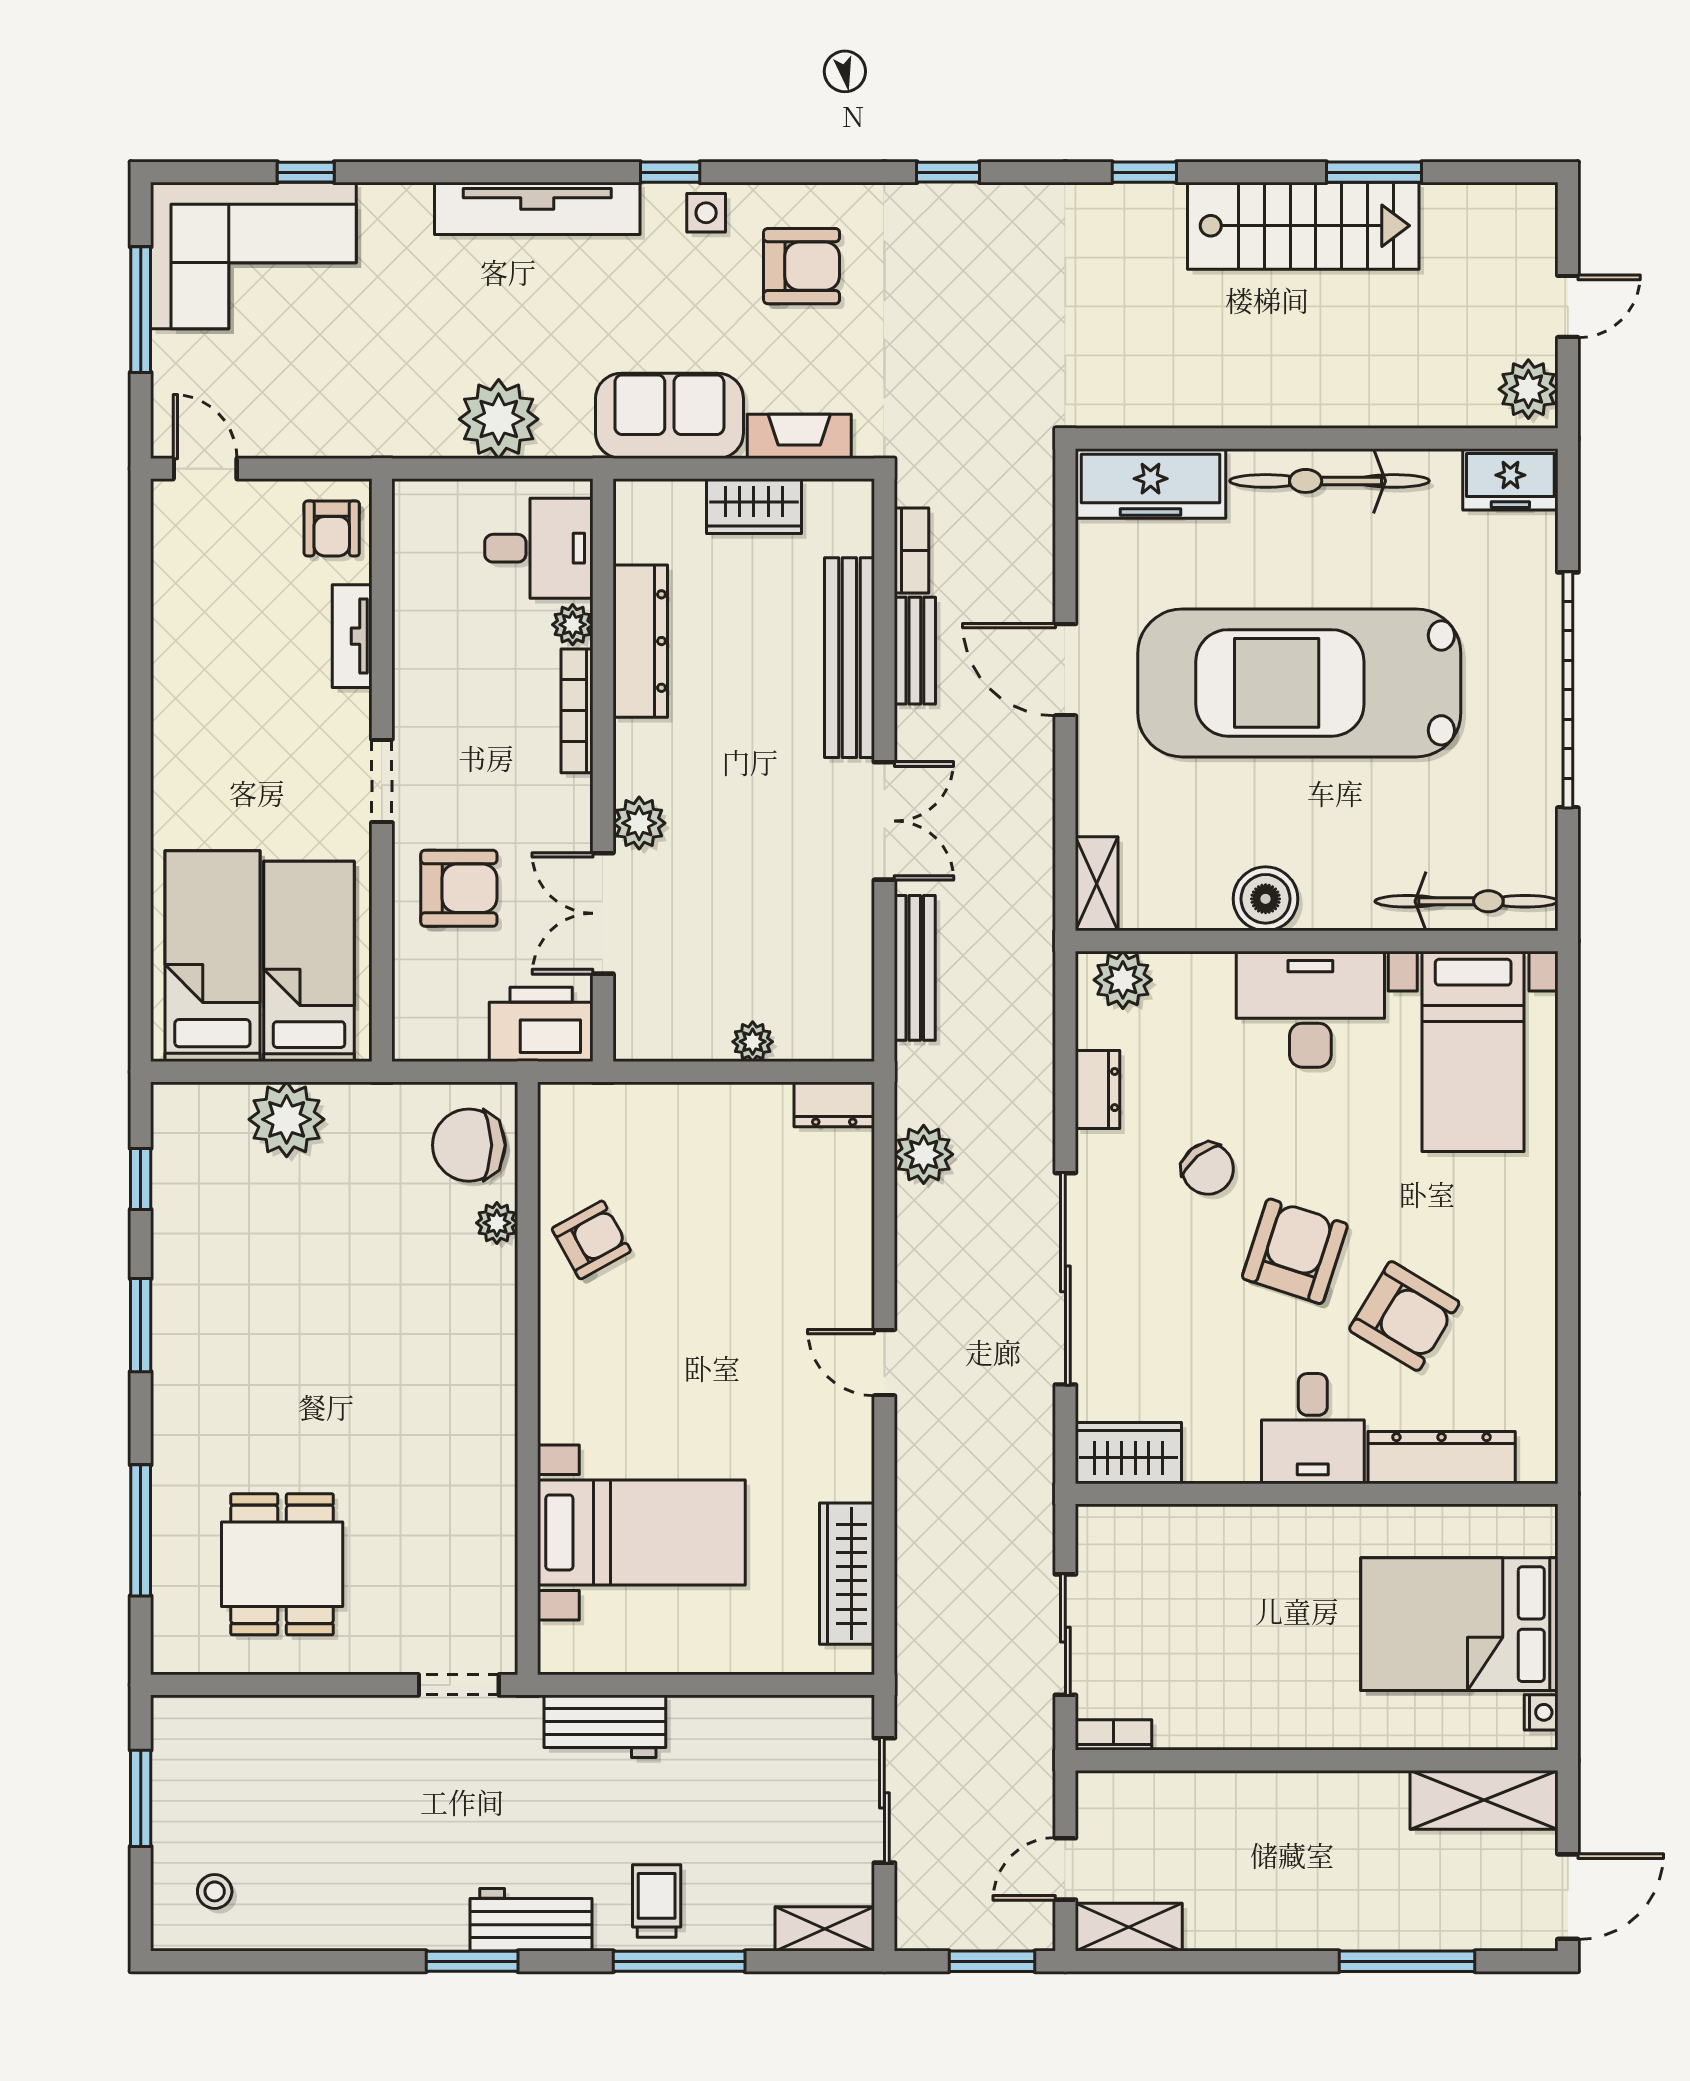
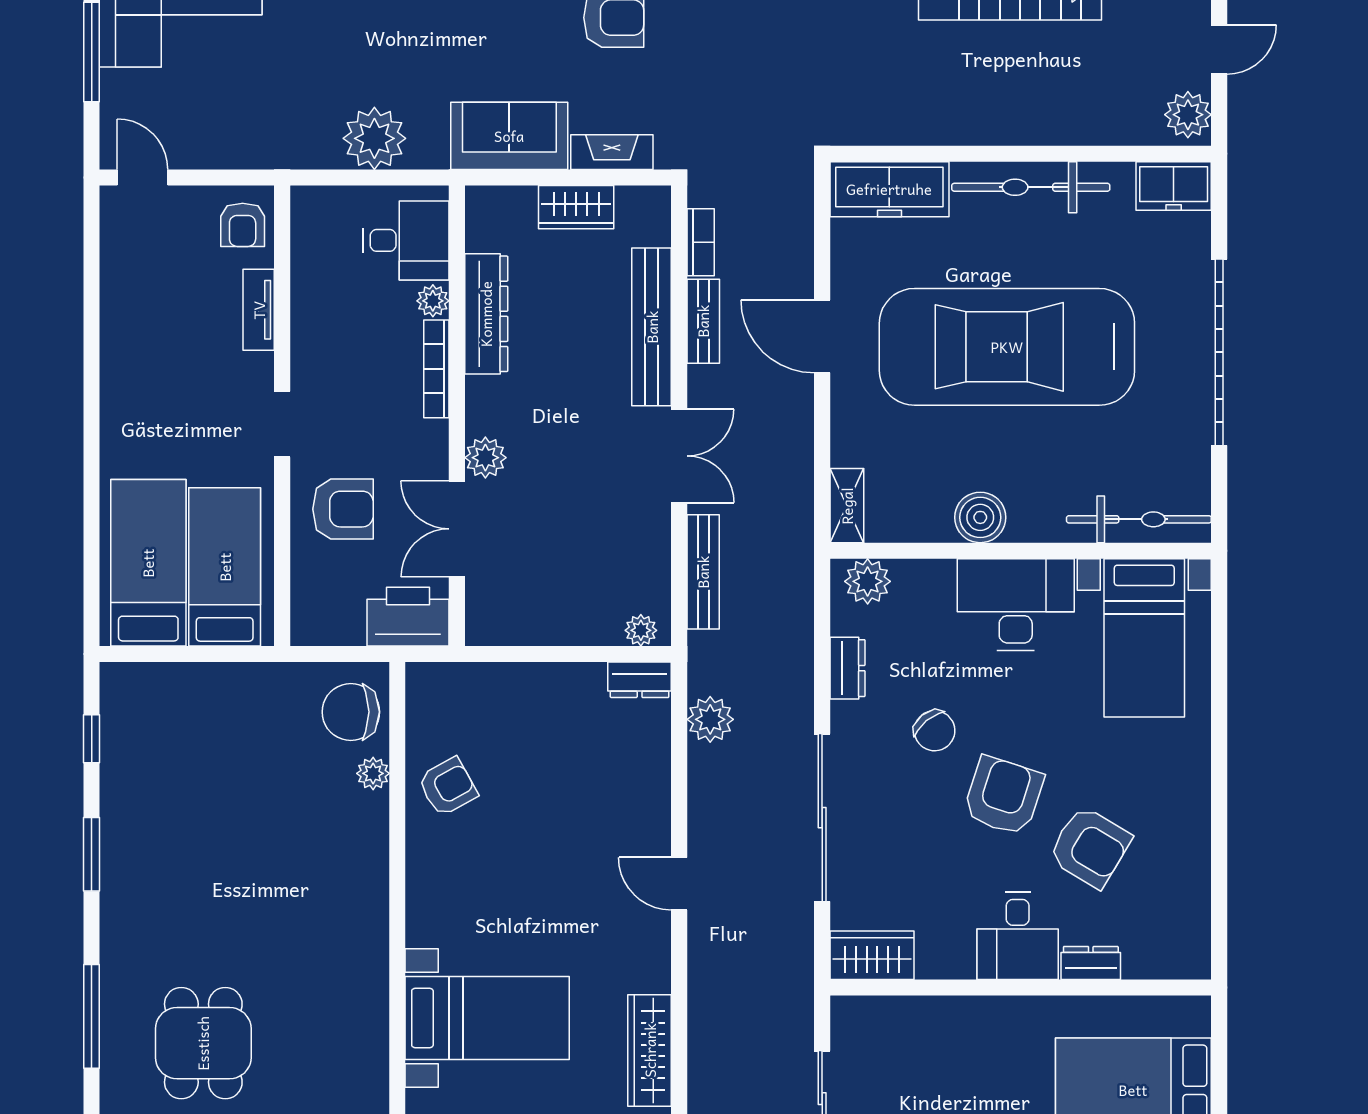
plant: (753, 1042) -> (641, 630), moved
plant: (287, 1119) -> (207, 692), removed
dresser: (1442, 1458) -> (1091, 963), width x0.51, depth x0.80

